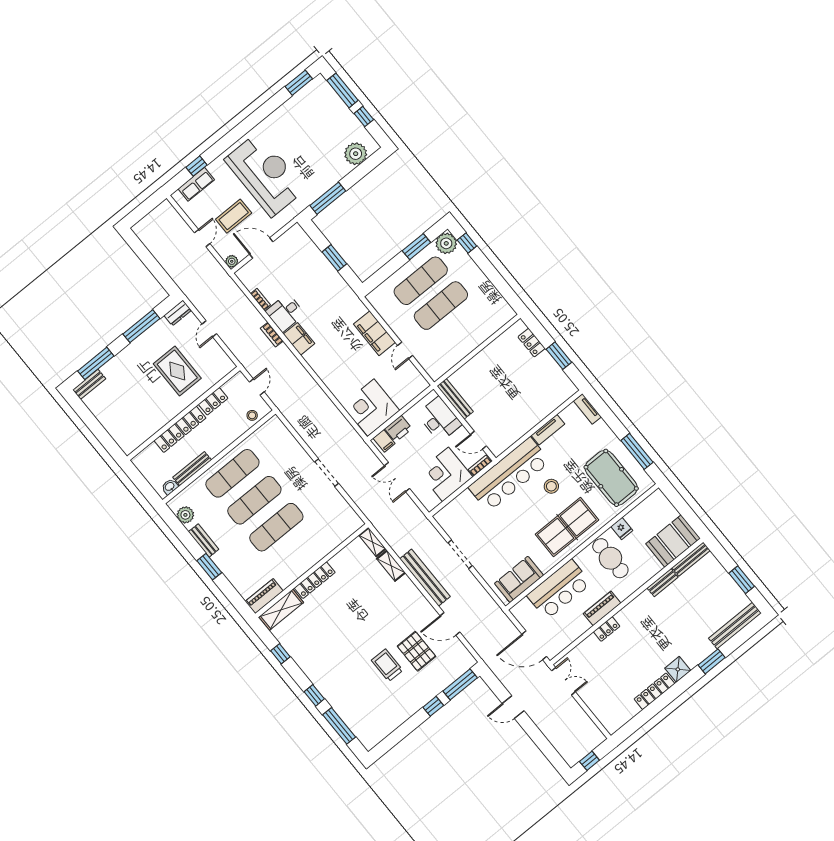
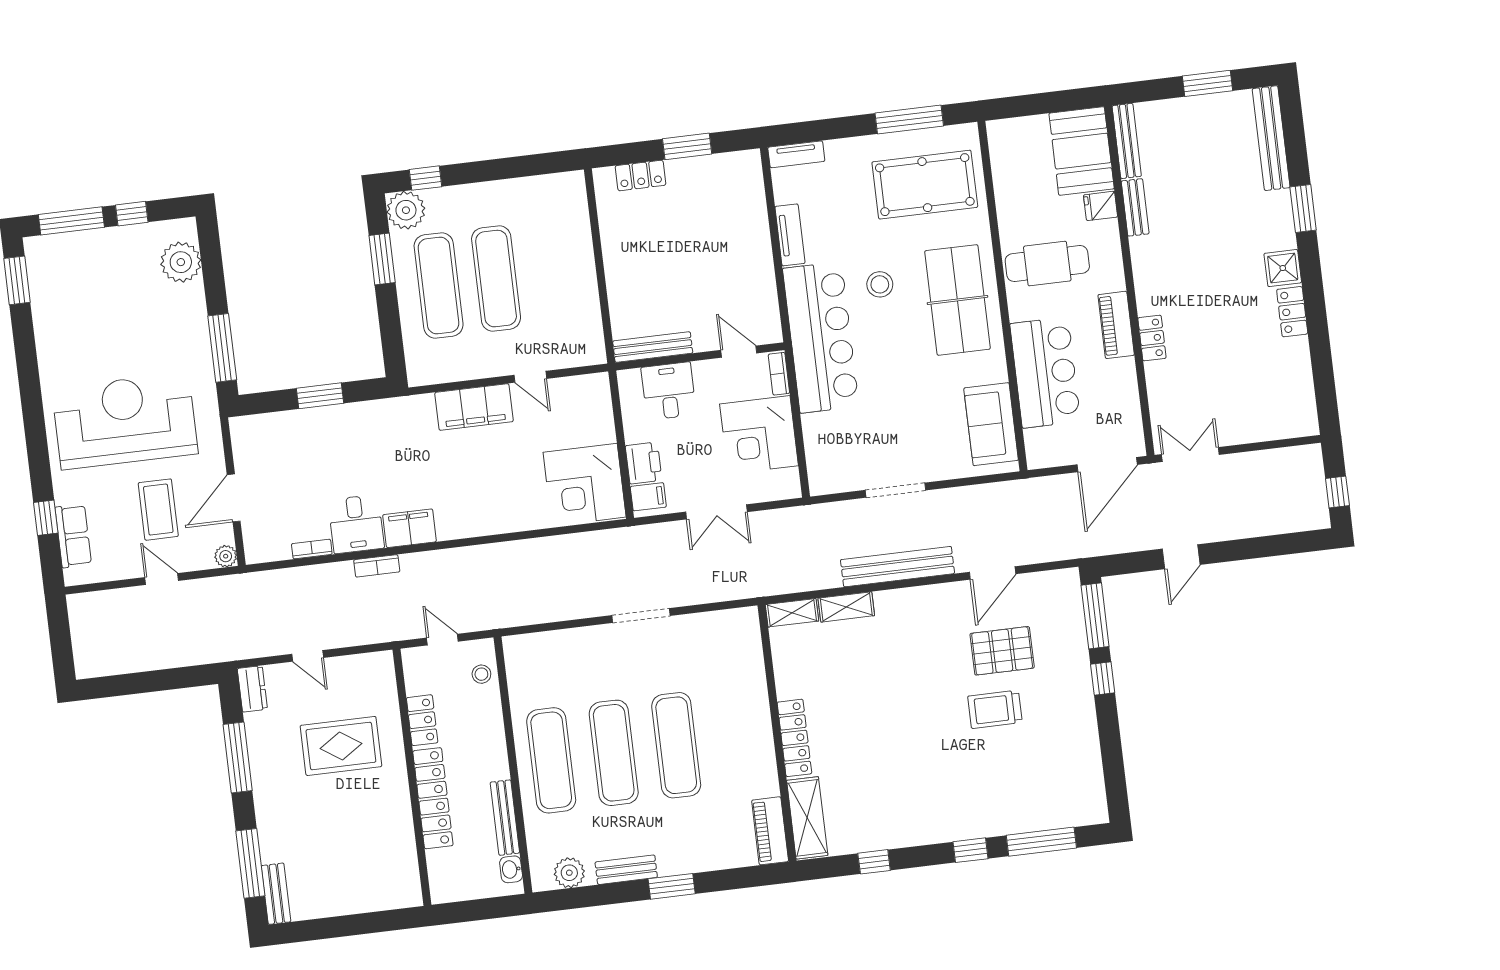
desk: (439, 419) -> (669, 391), width x0.73
door: (478, 440) -> (739, 352), swing flipped
fridge: (622, 528) -> (1101, 206), moved, turned 180
locker: (654, 691) -> (1292, 312), width x0.66

